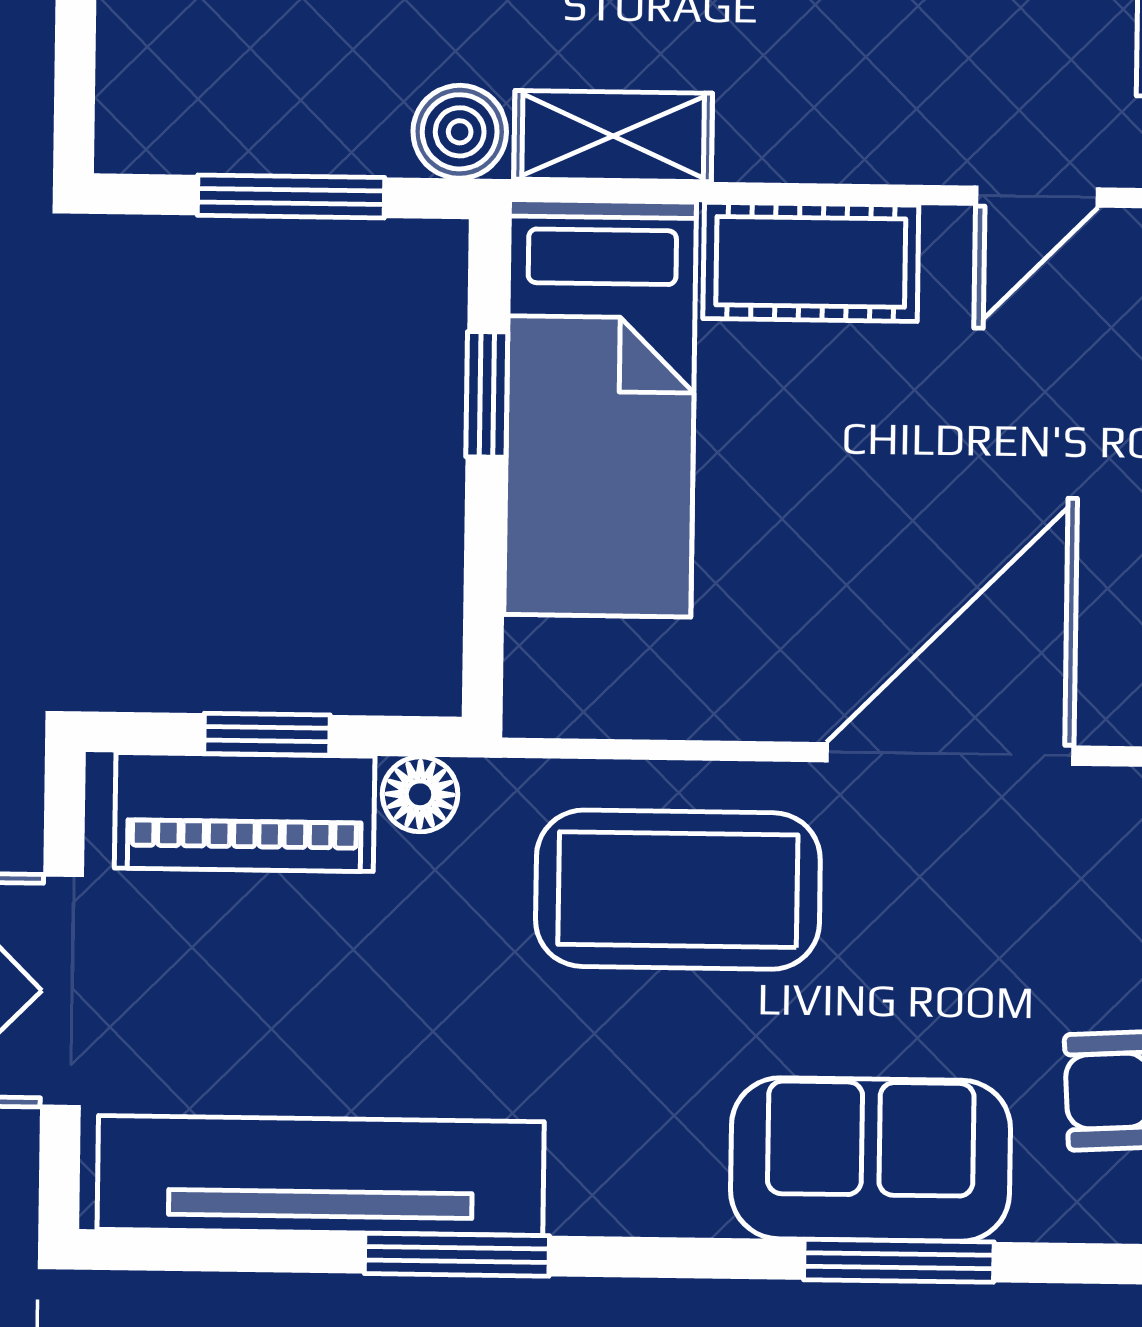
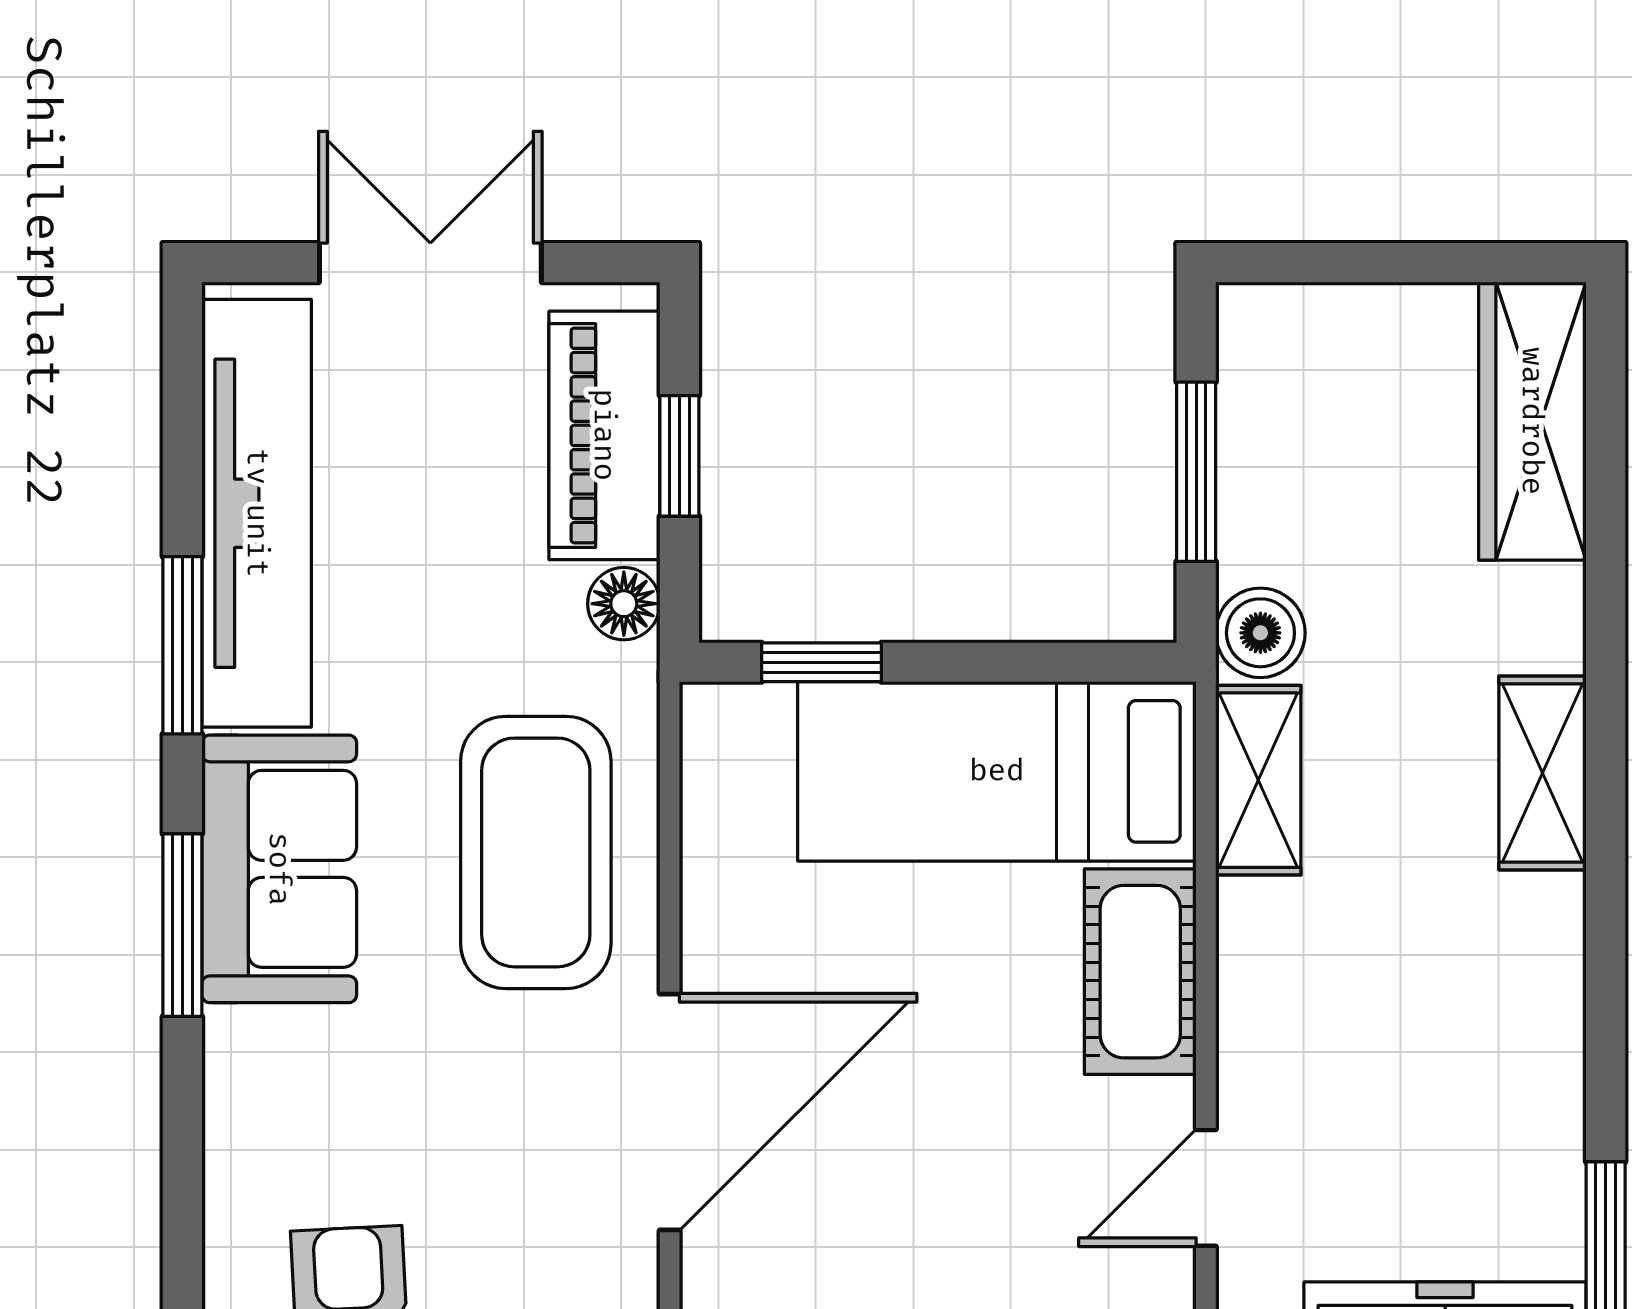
door: (1037, 197) -> (1206, 1188), hinge flipped
window: (487, 394) -> (821, 662), moved
door: (950, 754) -> (670, 1112), hinge flipped
sofa: (870, 1160) -> (279, 869), moved
window: (899, 1261) -> (182, 925), moved

